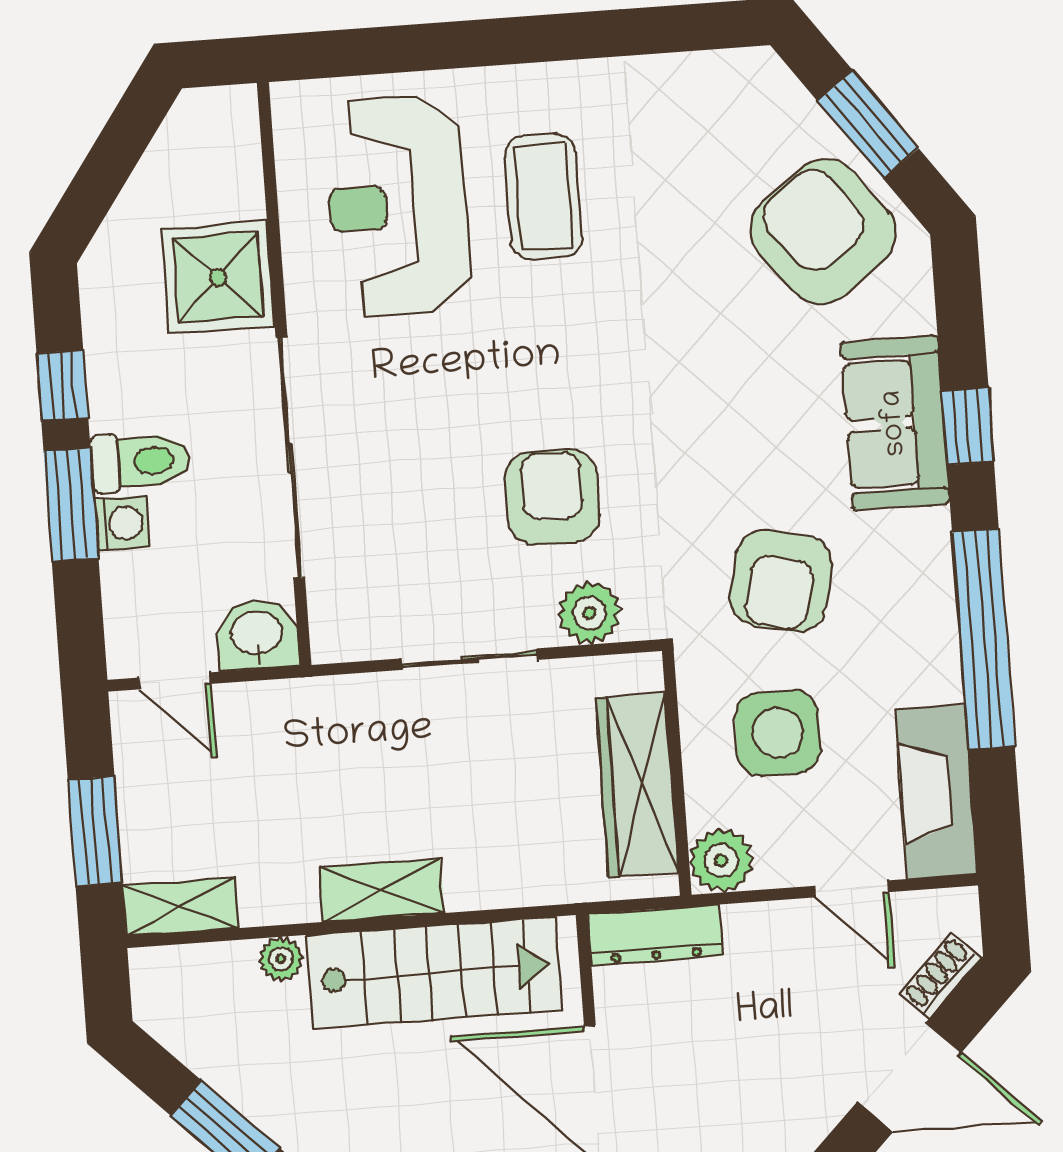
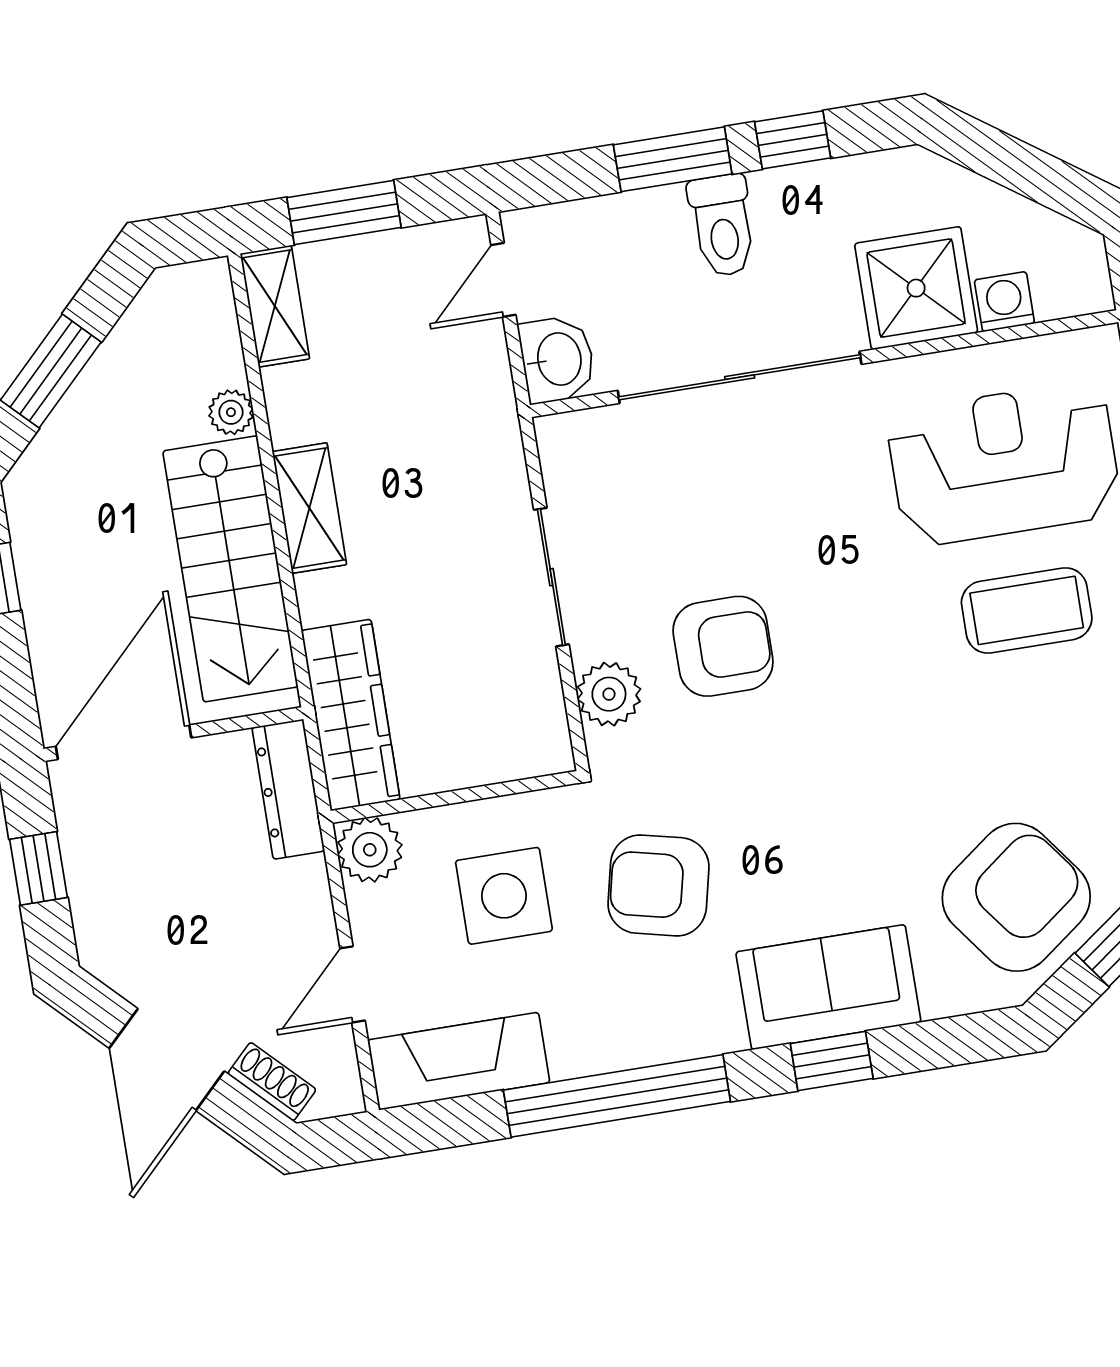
washing machine: (122, 523) -> (1004, 302), moved, turned 180
wardrobe: (637, 785) -> (351, 715), moved, turned 90

